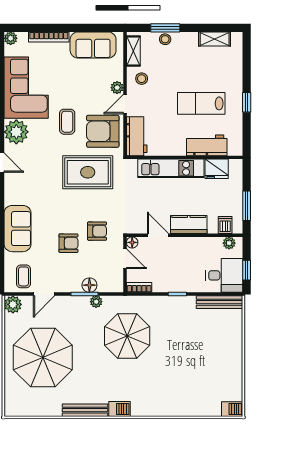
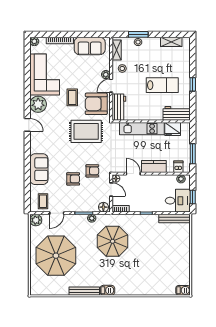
lab bench: (201, 103) -> (162, 85), turned 180
workbench: (207, 145) -> (177, 113), moved
floor lamp: (89, 285) -> (103, 207), moved

